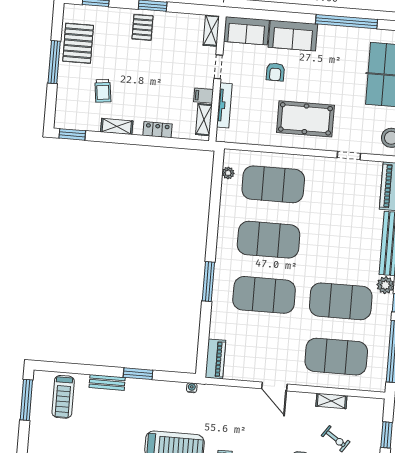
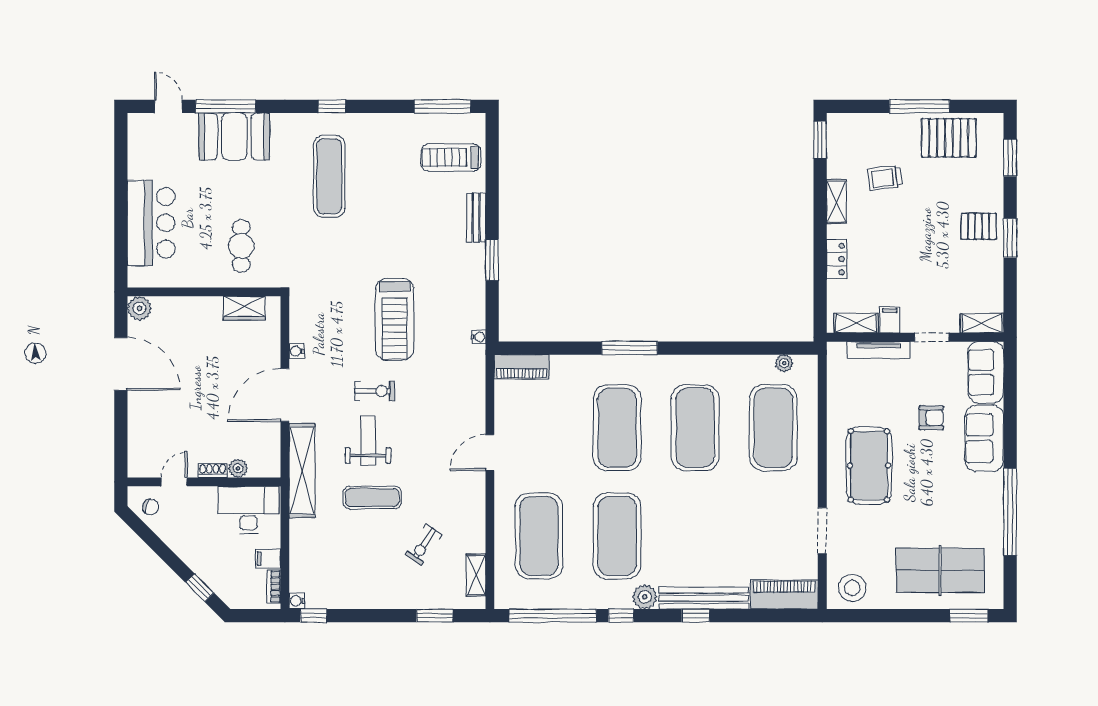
armchair: (275, 72) -> (931, 418), turned 180
doorway: (349, 156) -> (822, 531), width x1.38
shelving: (331, 401) -> (476, 575), moved

